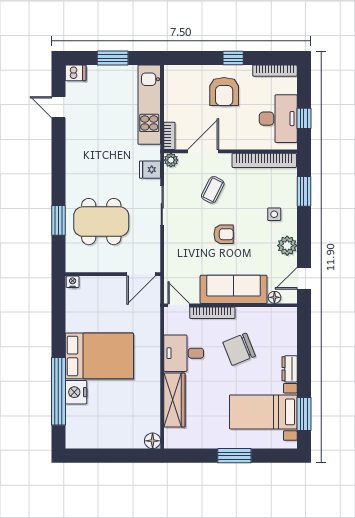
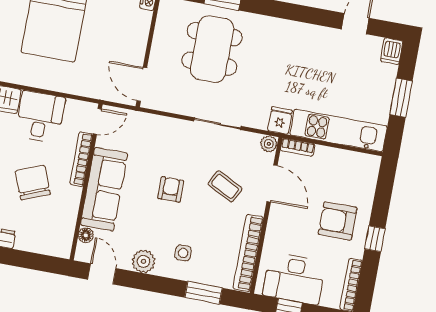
fridge: (150, 170) -> (280, 121), moved
armchair: (224, 234) -> (171, 189), turned 180

